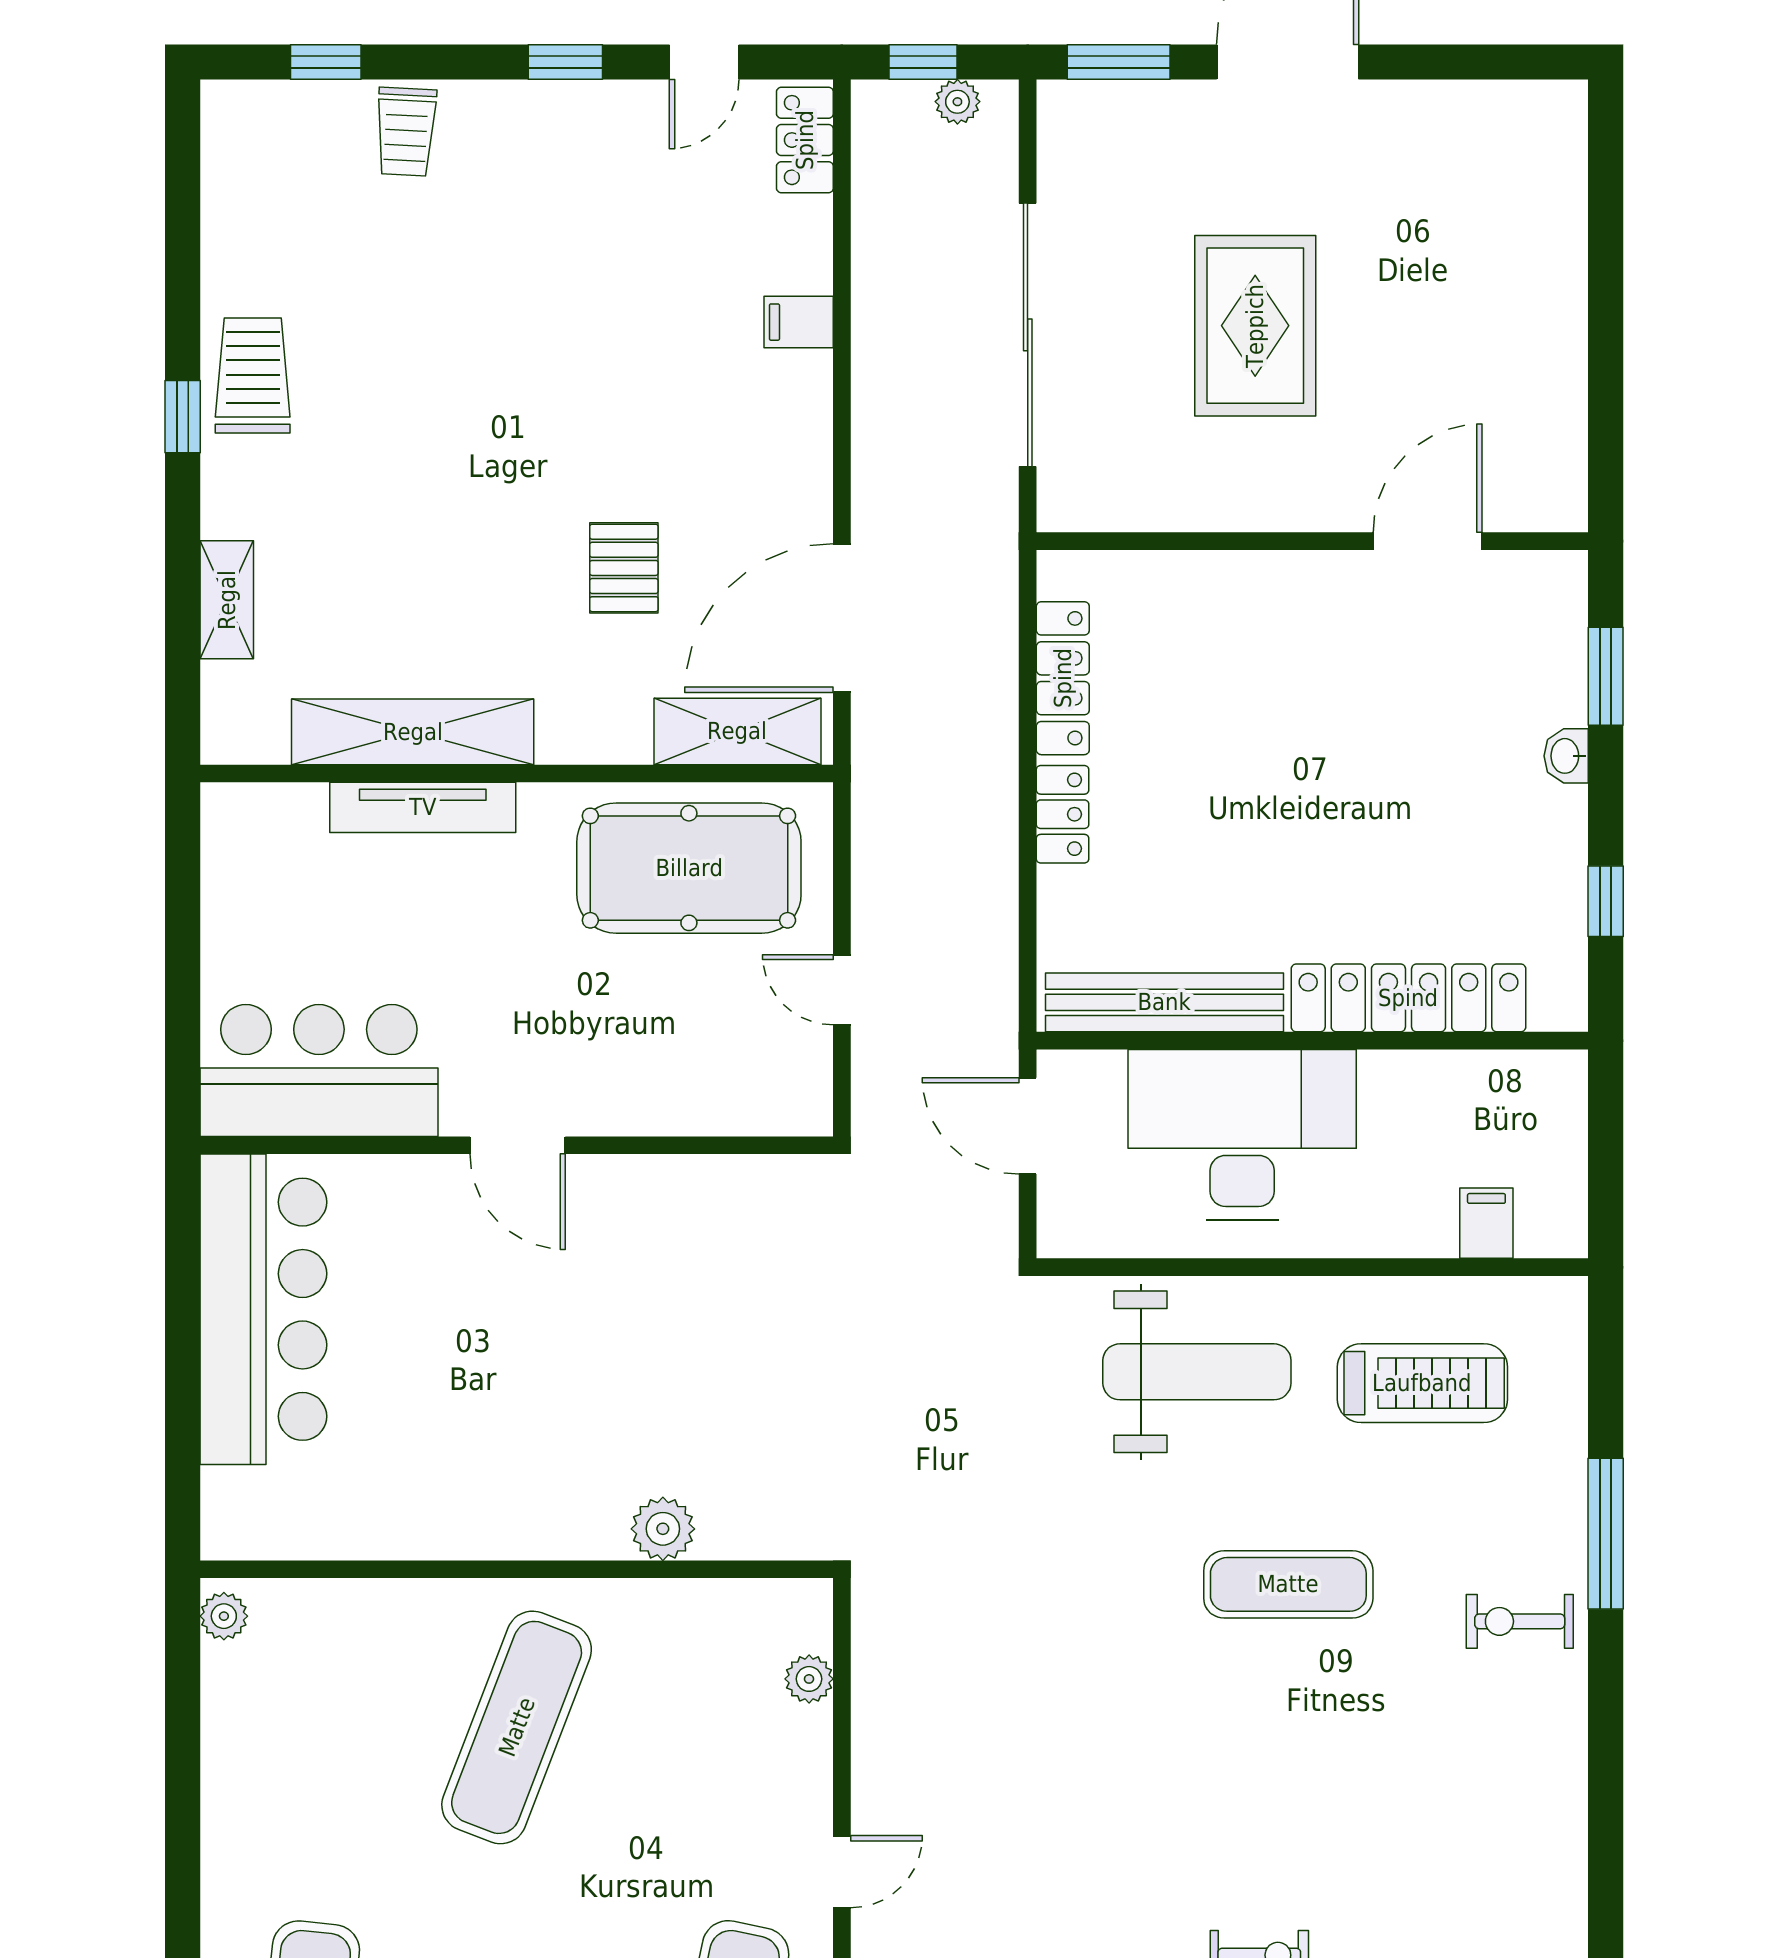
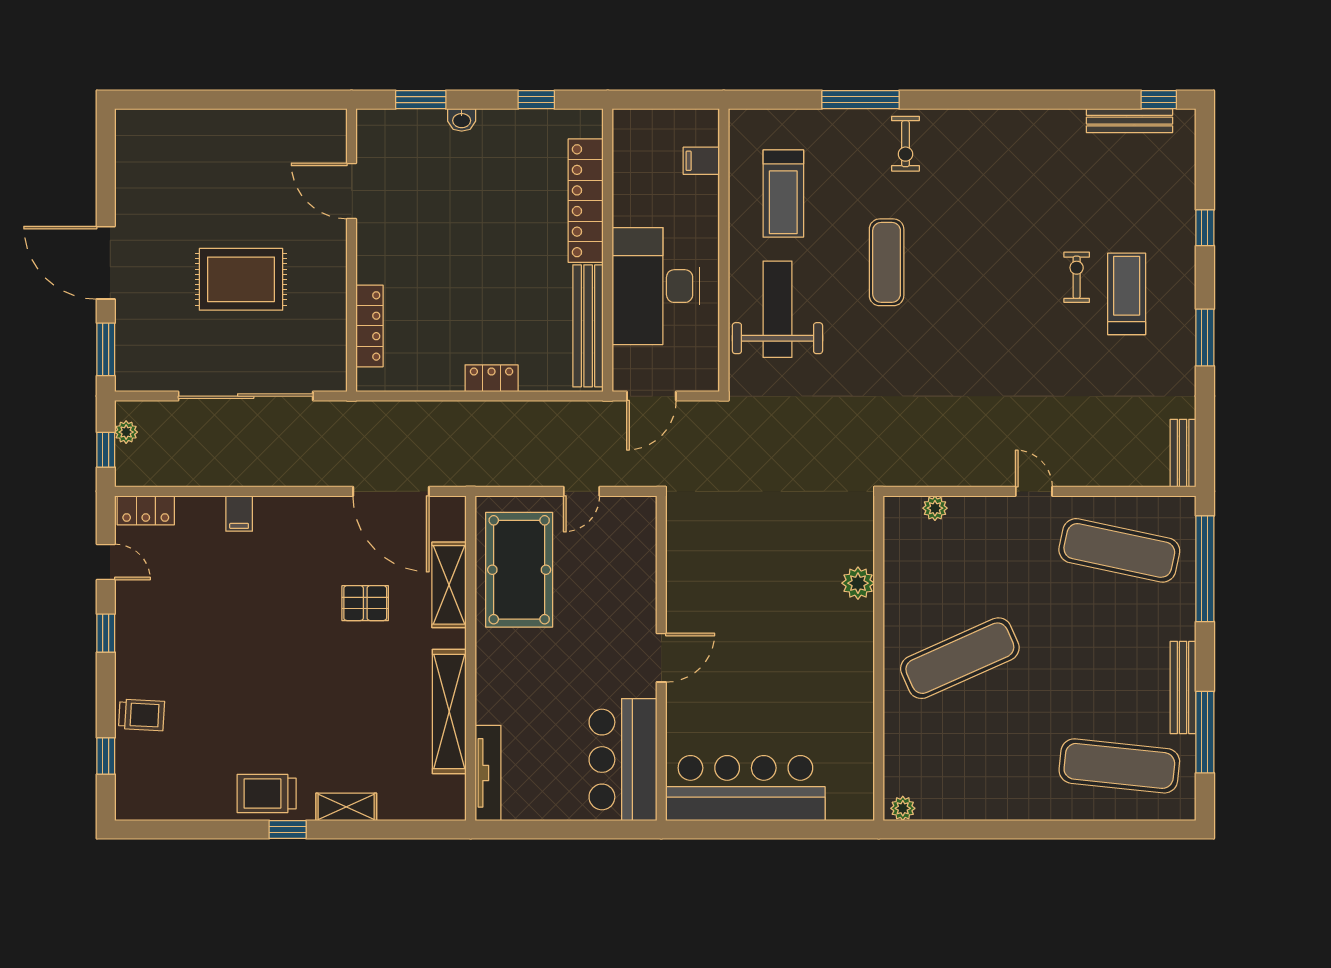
shelving: (227, 600) -> (346, 807), moved
locker: (1063, 678) -> (369, 326), moved, turned 90
shelving: (737, 731) -> (449, 585), moved
tv unit: (423, 807) -> (488, 773), moved
treadmill: (1422, 1383) -> (783, 194), turned 180
exercise mat: (517, 1727) -> (960, 658), turned -45

